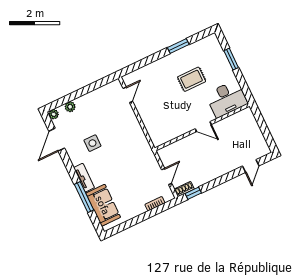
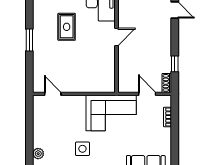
window: (178, 46) -> (29, 40), moved
corner sofa: (135, 153) -> (111, 113), added
window: (193, 193) -> (175, 64), moved

